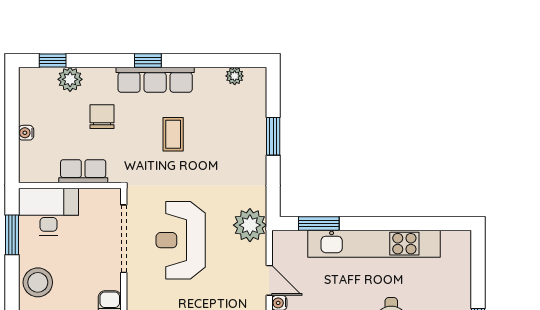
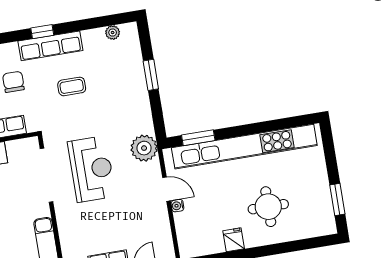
coffee table: (173, 134) -> (72, 86), turned 90
reception desk: (181, 240) -> (91, 169), turned 180
kitchen unit: (374, 244) -> (244, 147), width x1.36

